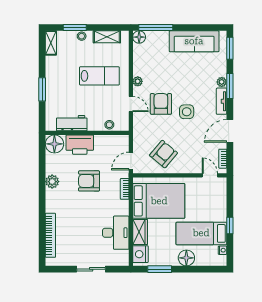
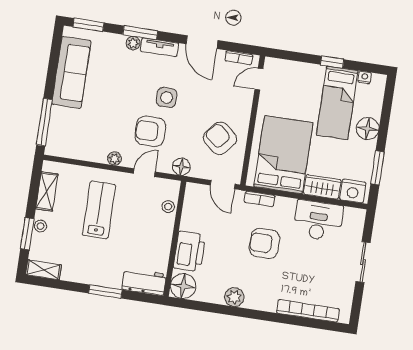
floor lamp: (139, 37) -> (181, 167), moved
workbench: (72, 123) -> (144, 282), moved, turned 90
armchair: (89, 181) -> (264, 243), moved, turned 90

